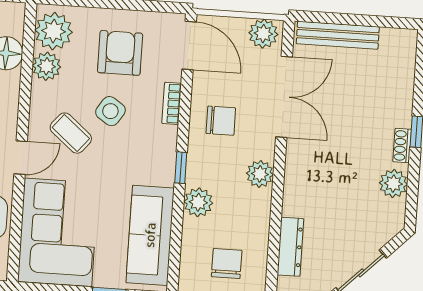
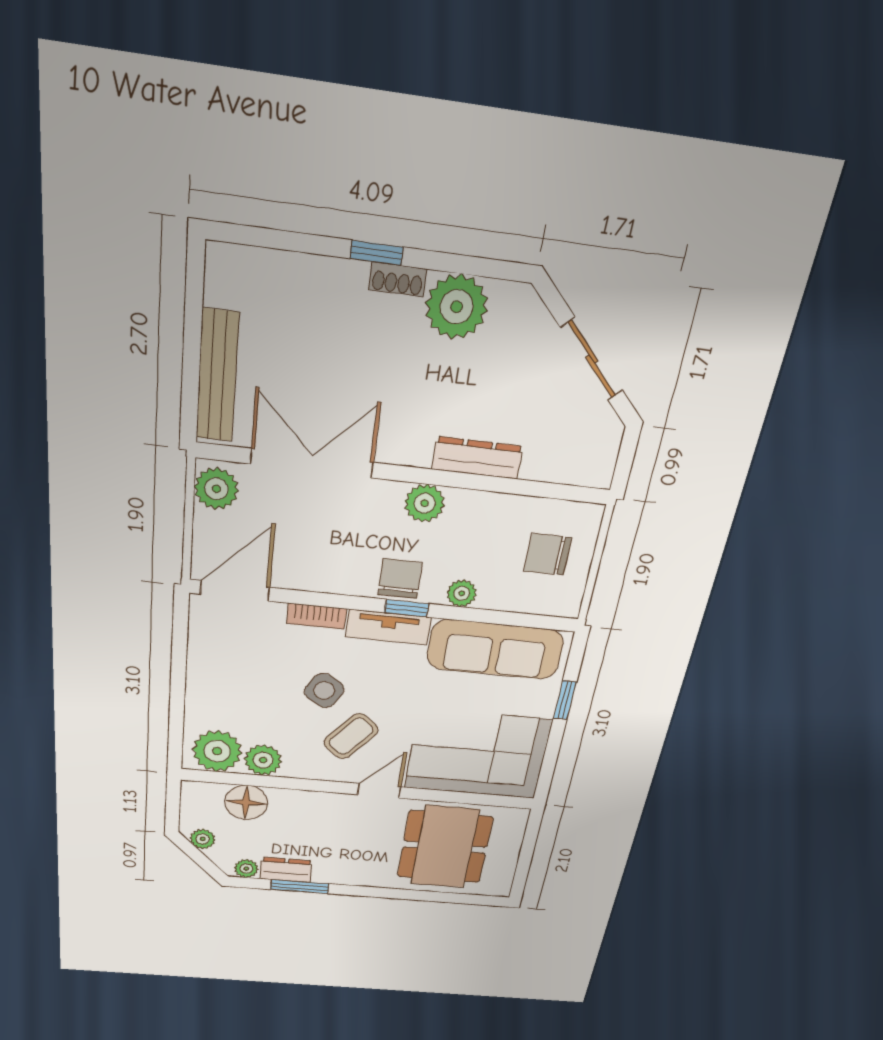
armchair: (120, 53) -> (246, 676), removed
chair: (221, 121) -> (400, 579), moved
tv unit: (165, 156) -> (388, 627), added
door: (21, 158) -> (379, 791), hinge flipped
plant: (393, 184) -> (457, 307), width x1.36, depth x1.36
plant: (198, 202) -> (462, 593), width x0.73, depth x0.73
dresser: (290, 247) -> (477, 458), moved

